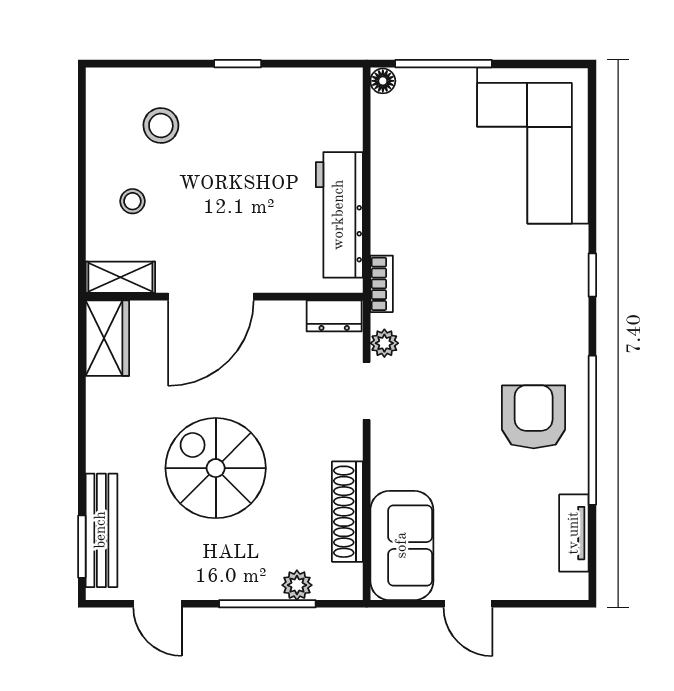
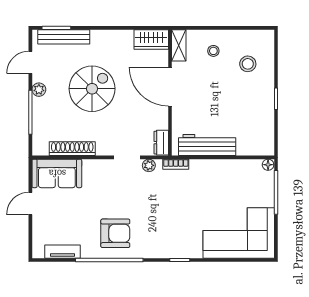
plant: (297, 585) -> (39, 90), moved

